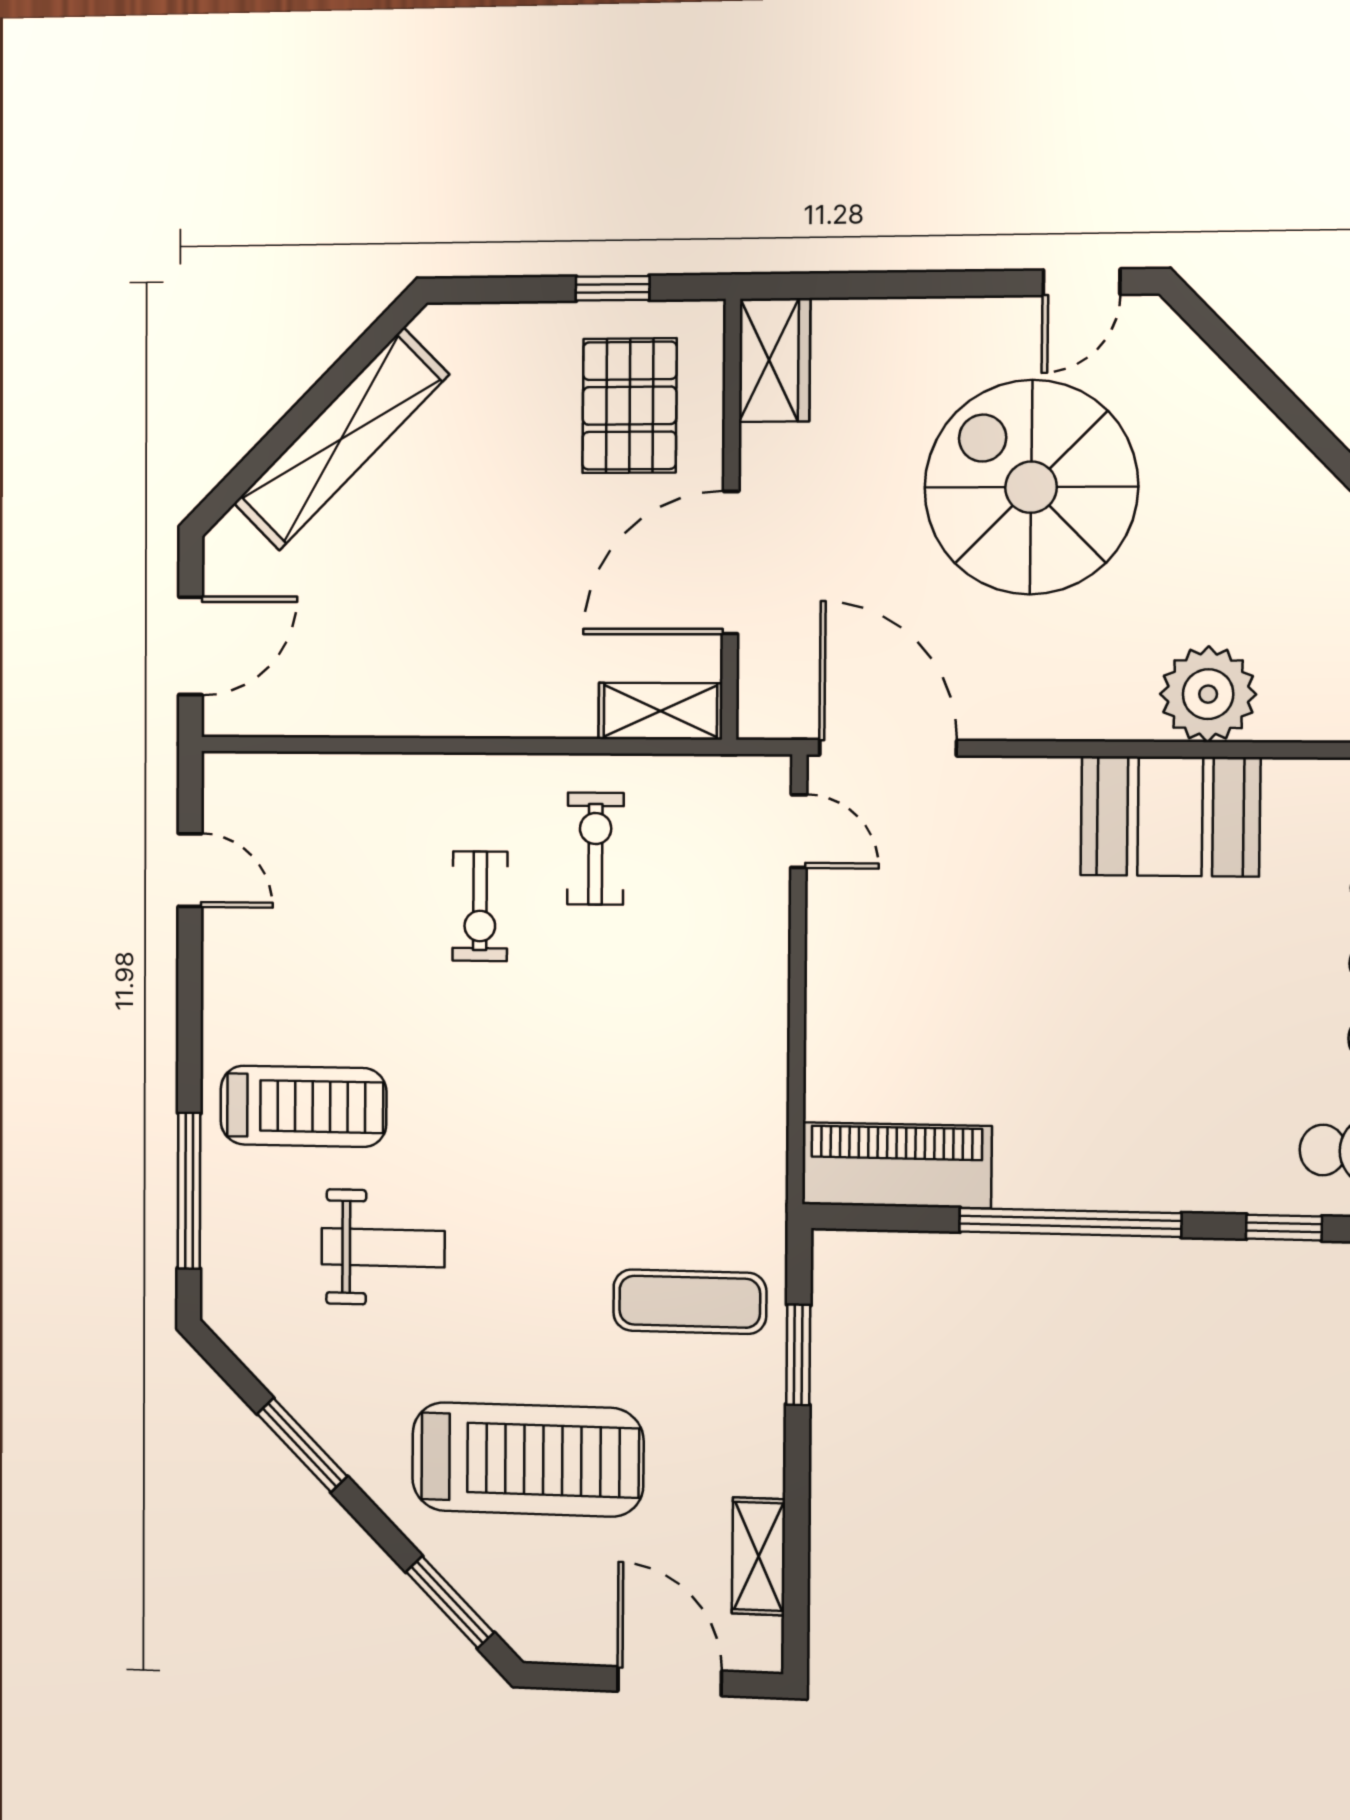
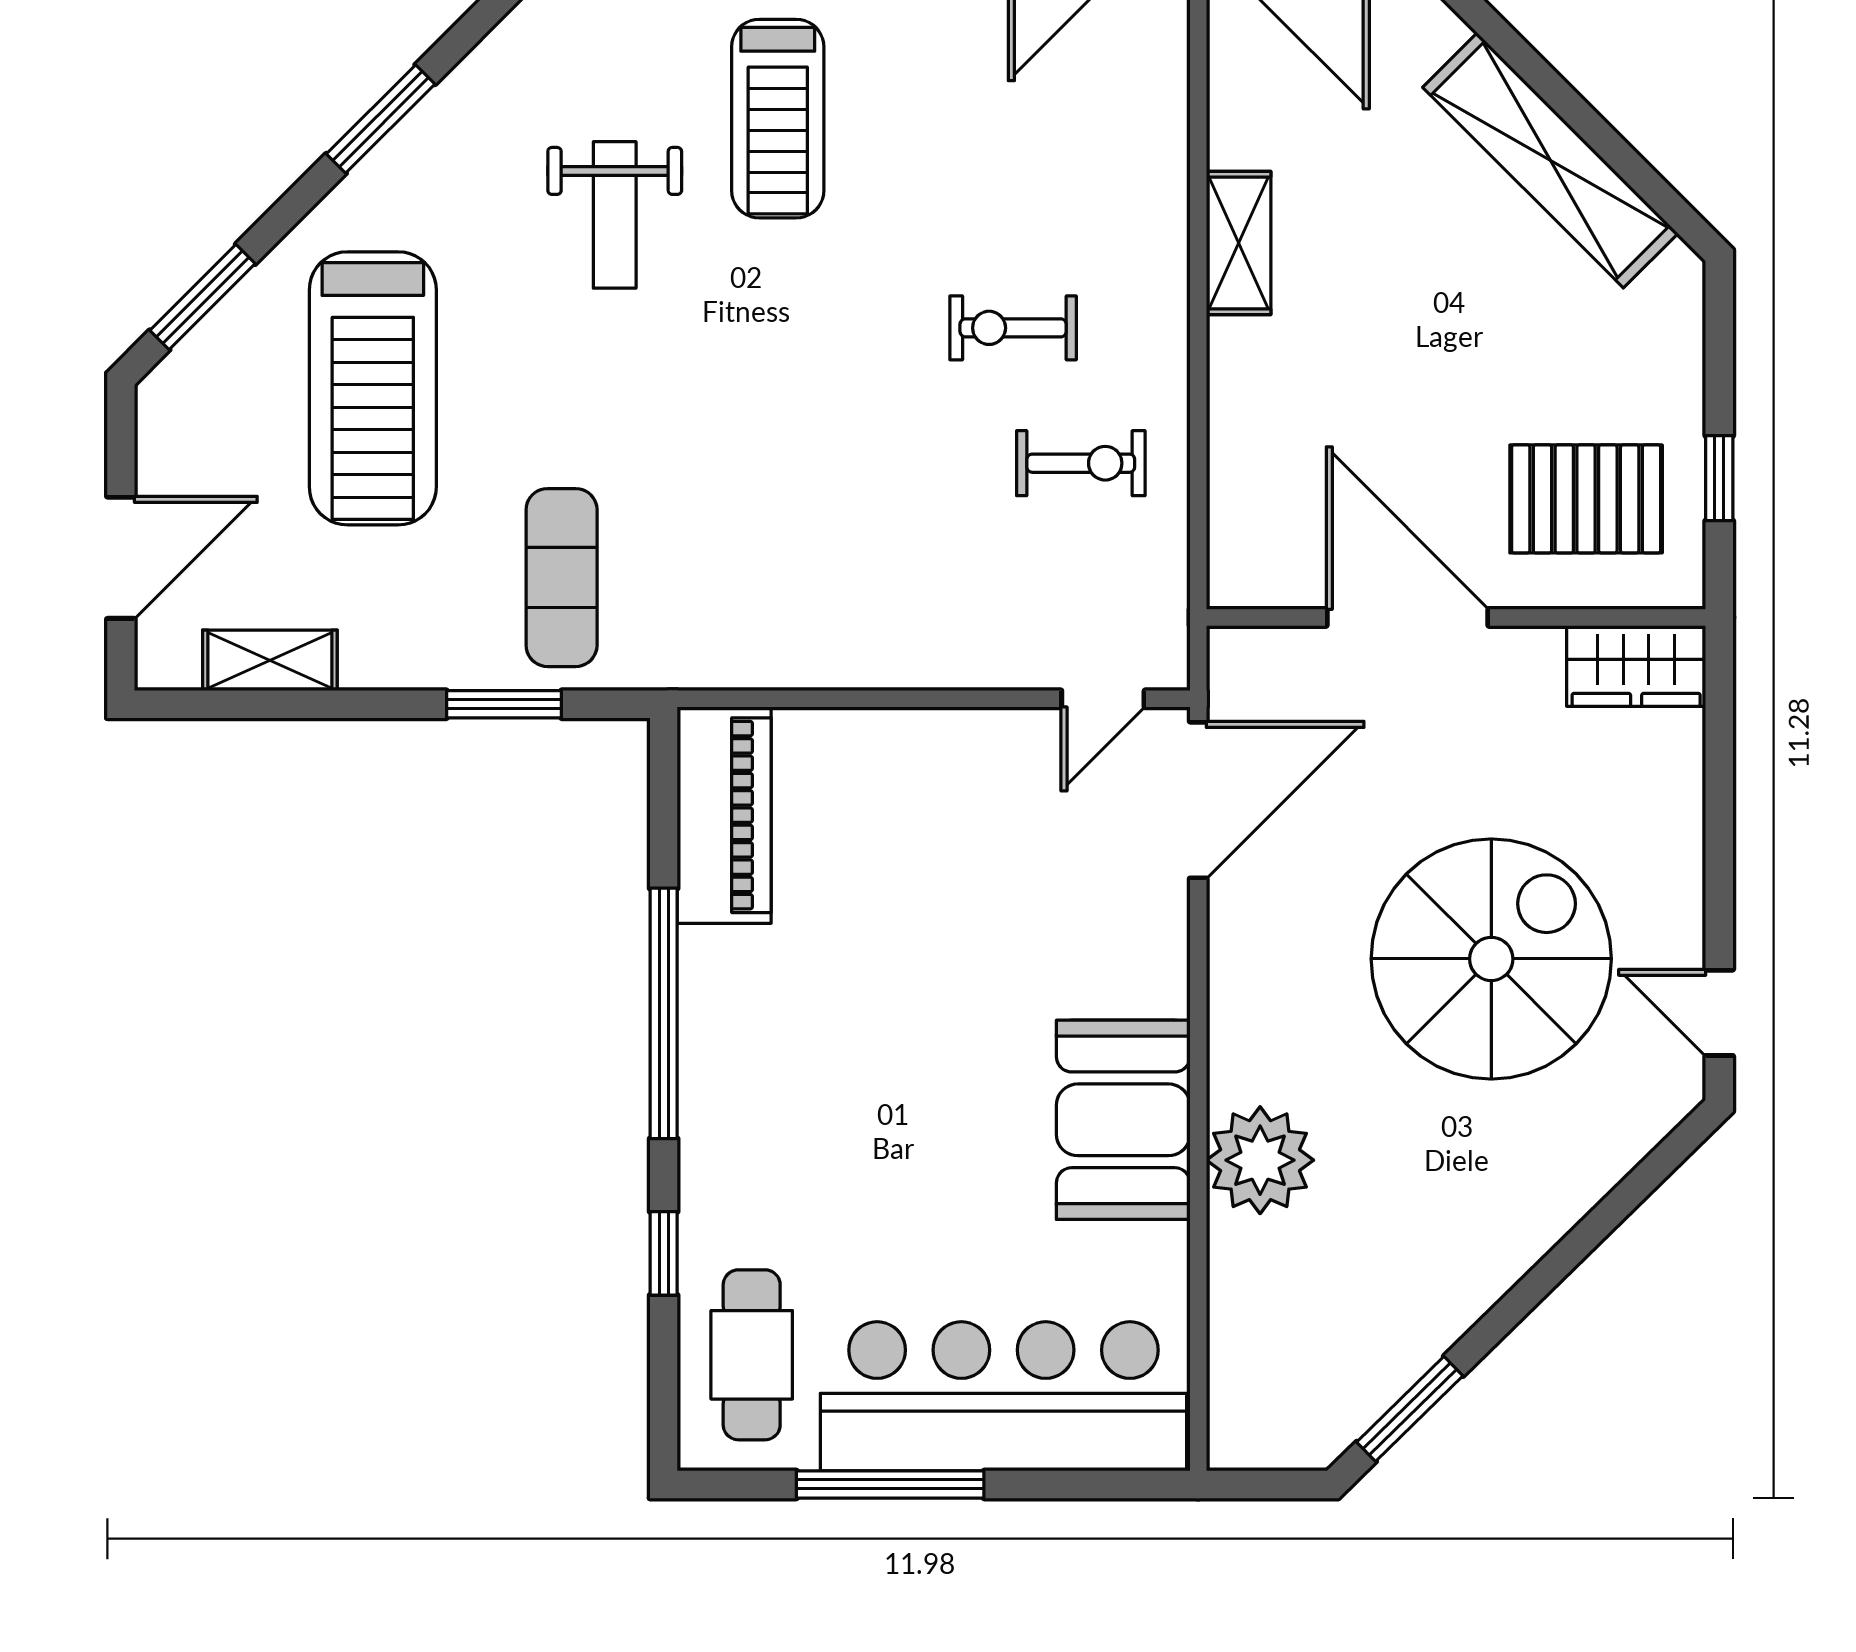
shelving: (660, 711) -> (1239, 243), moved

